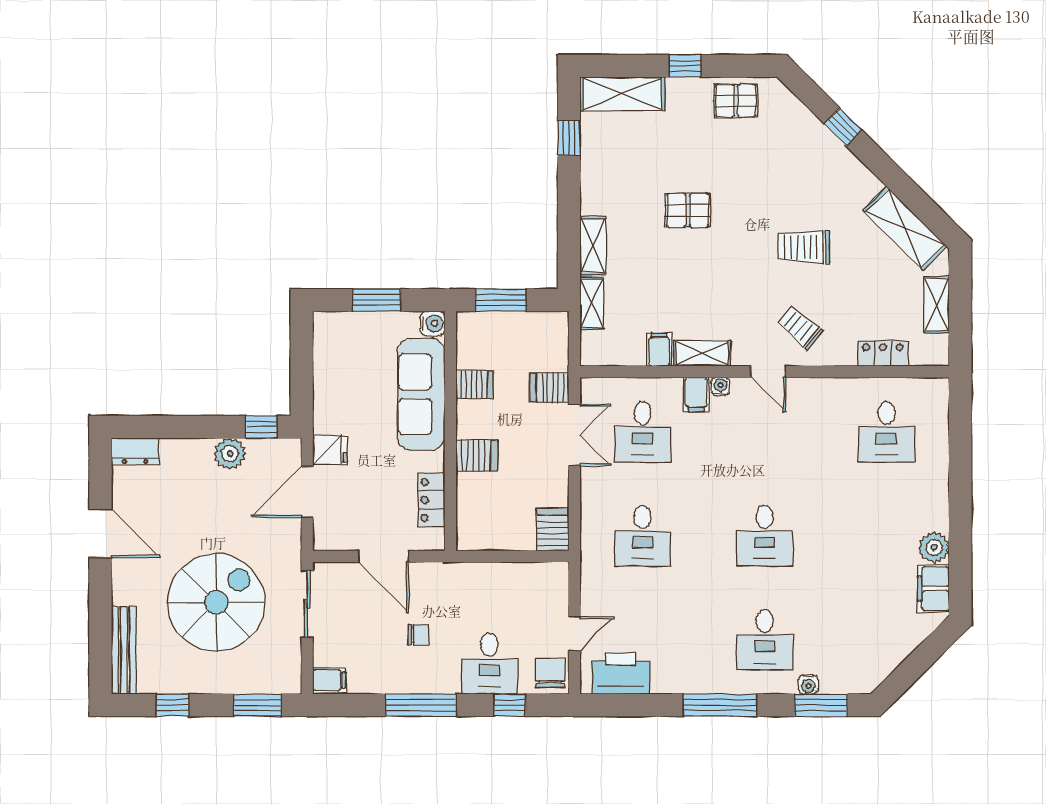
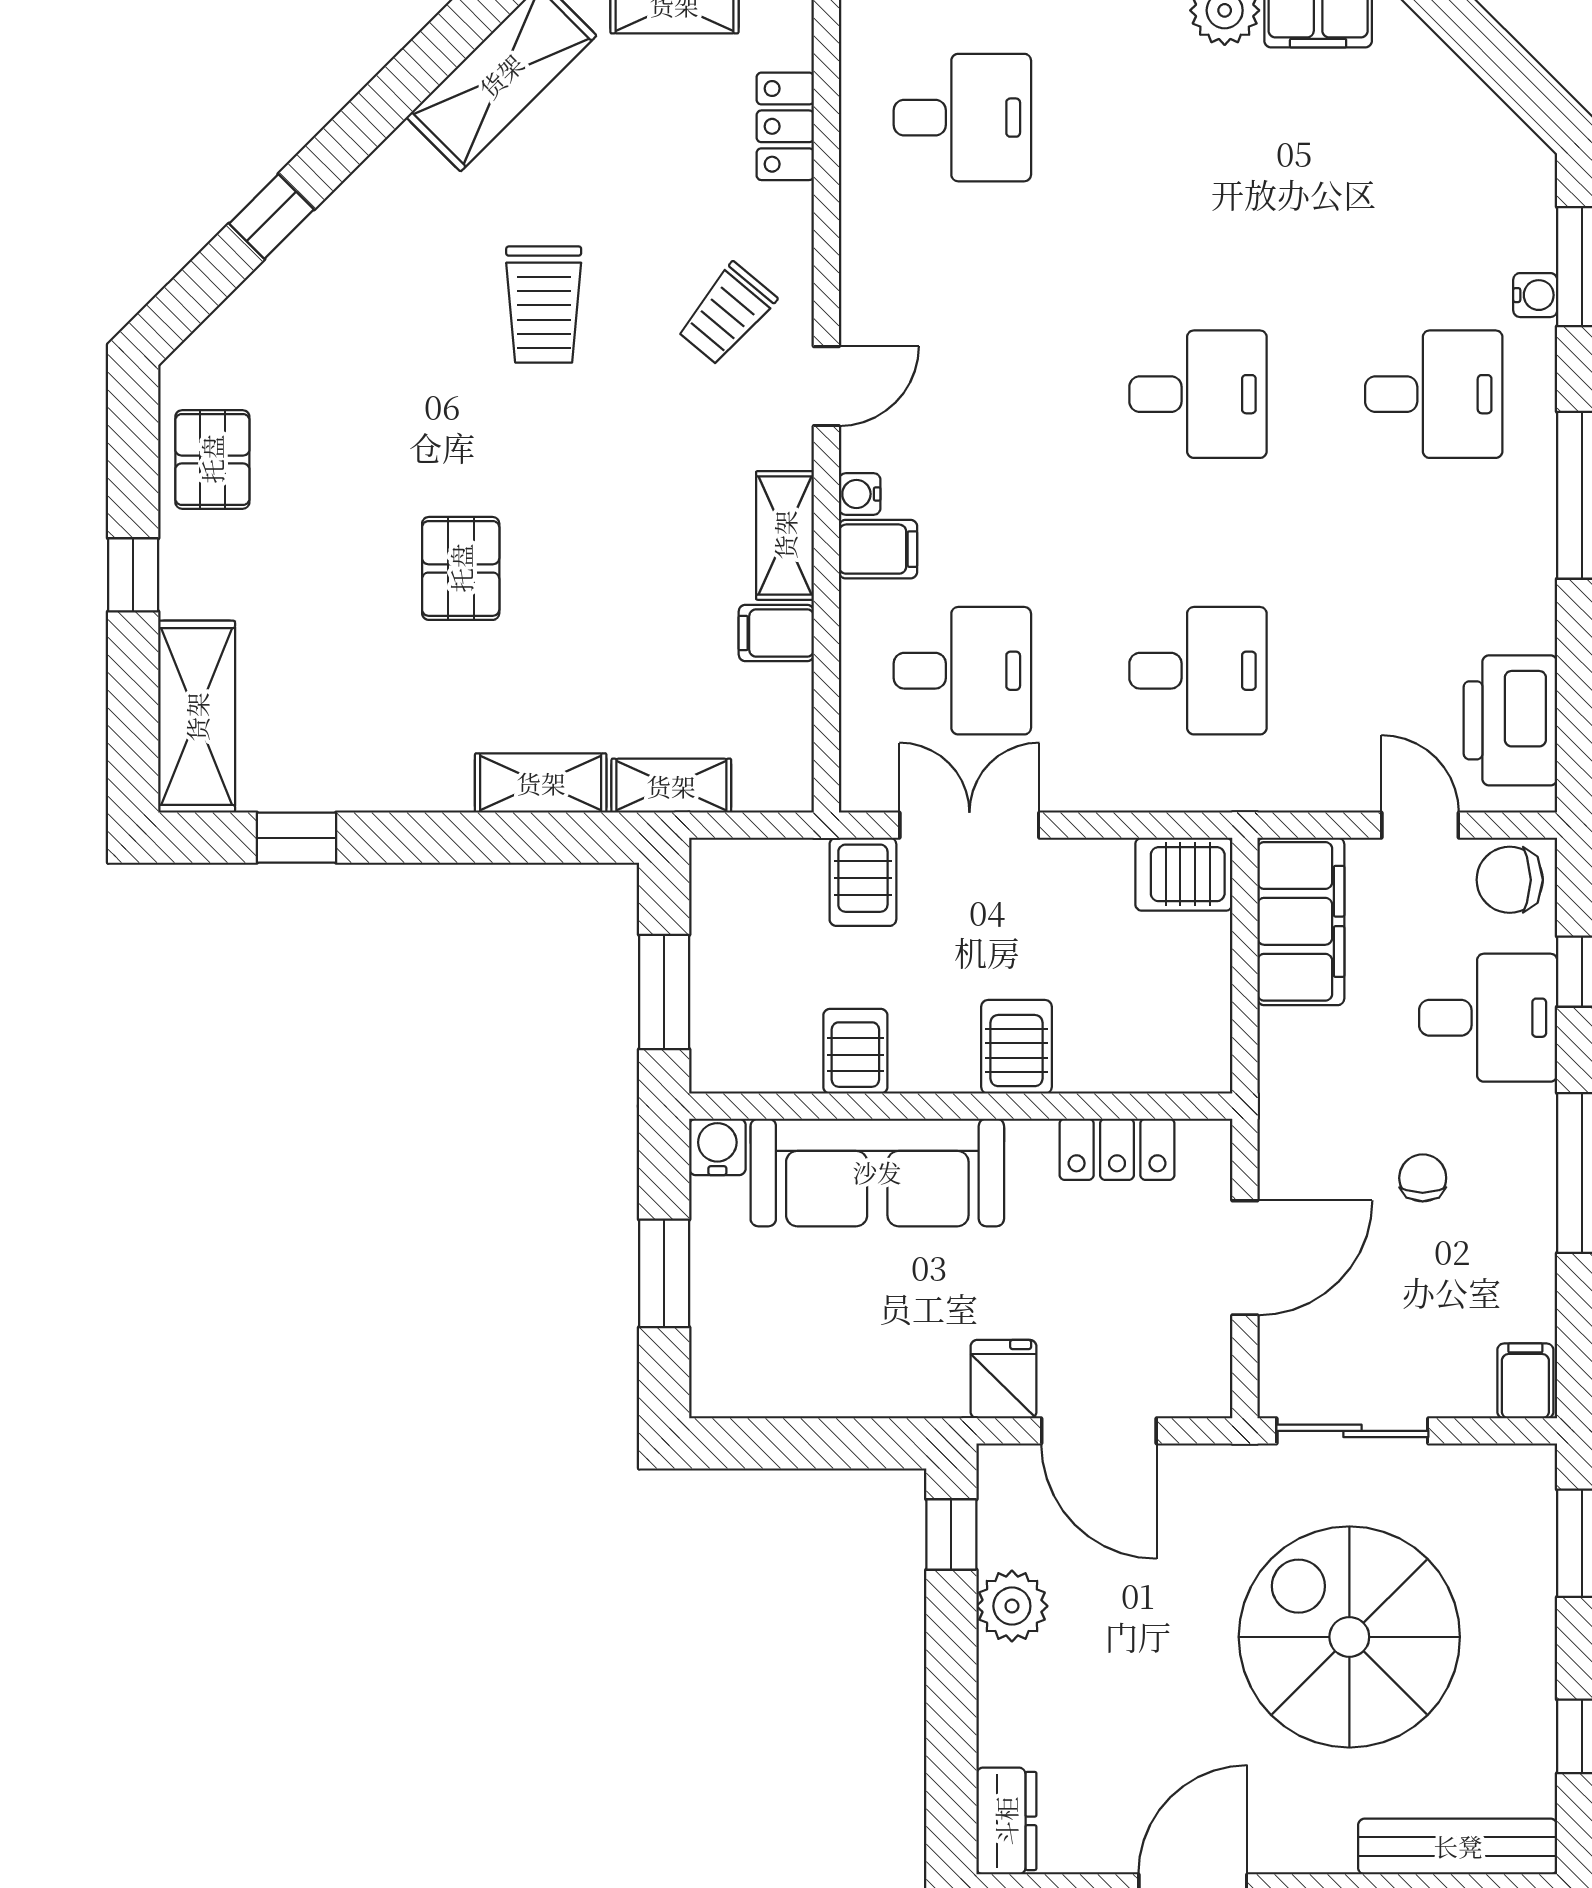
filing cabinet: (532, 581) -> (1301, 921), added

